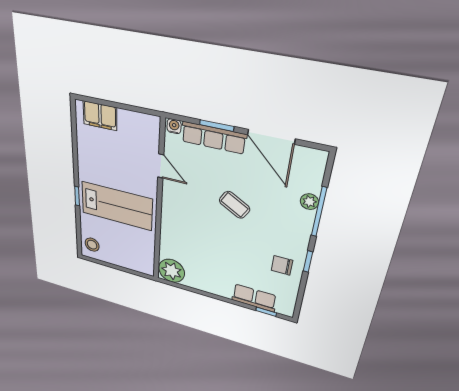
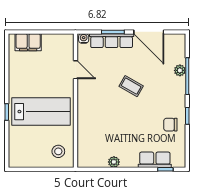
stool: (92, 245) -> (58, 151), moved
plant: (172, 271) -> (114, 162), moved, width x0.53, depth x0.53

